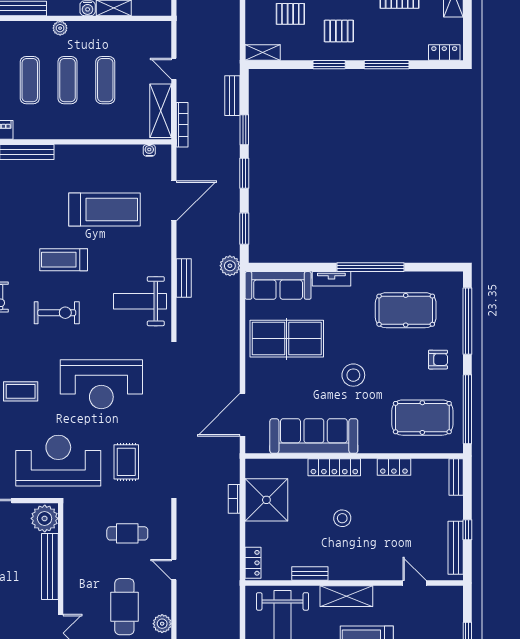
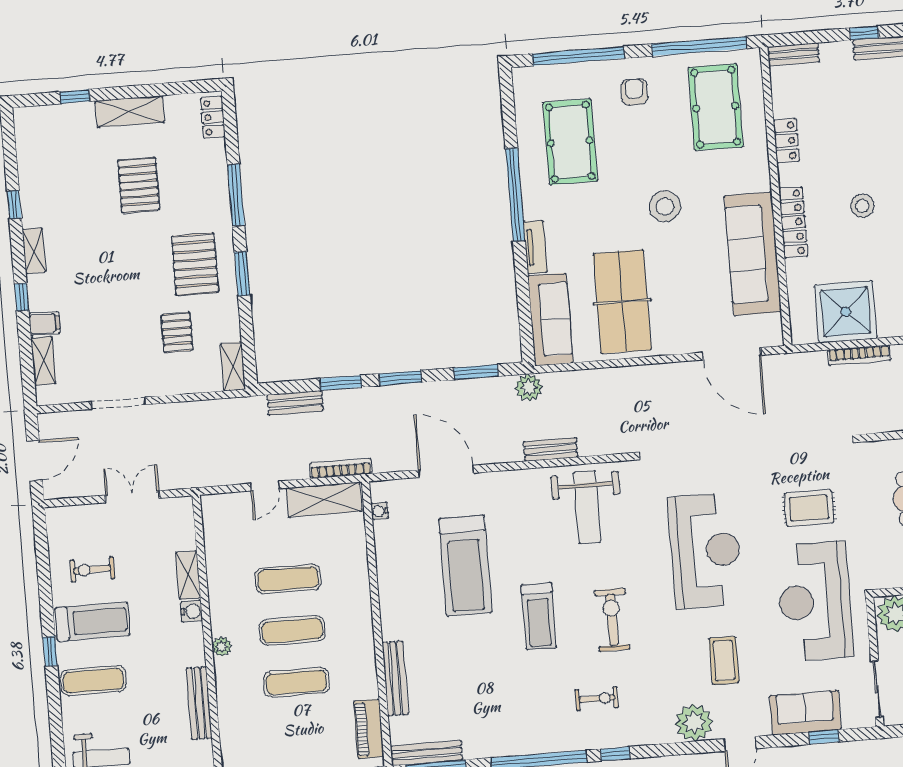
pallet: (339, 31) -> (195, 264), width x1.50, depth x1.42
treadmill: (105, 209) -> (465, 566), turned 180
bookcase: (234, 499) -> (859, 355), width x1.56

